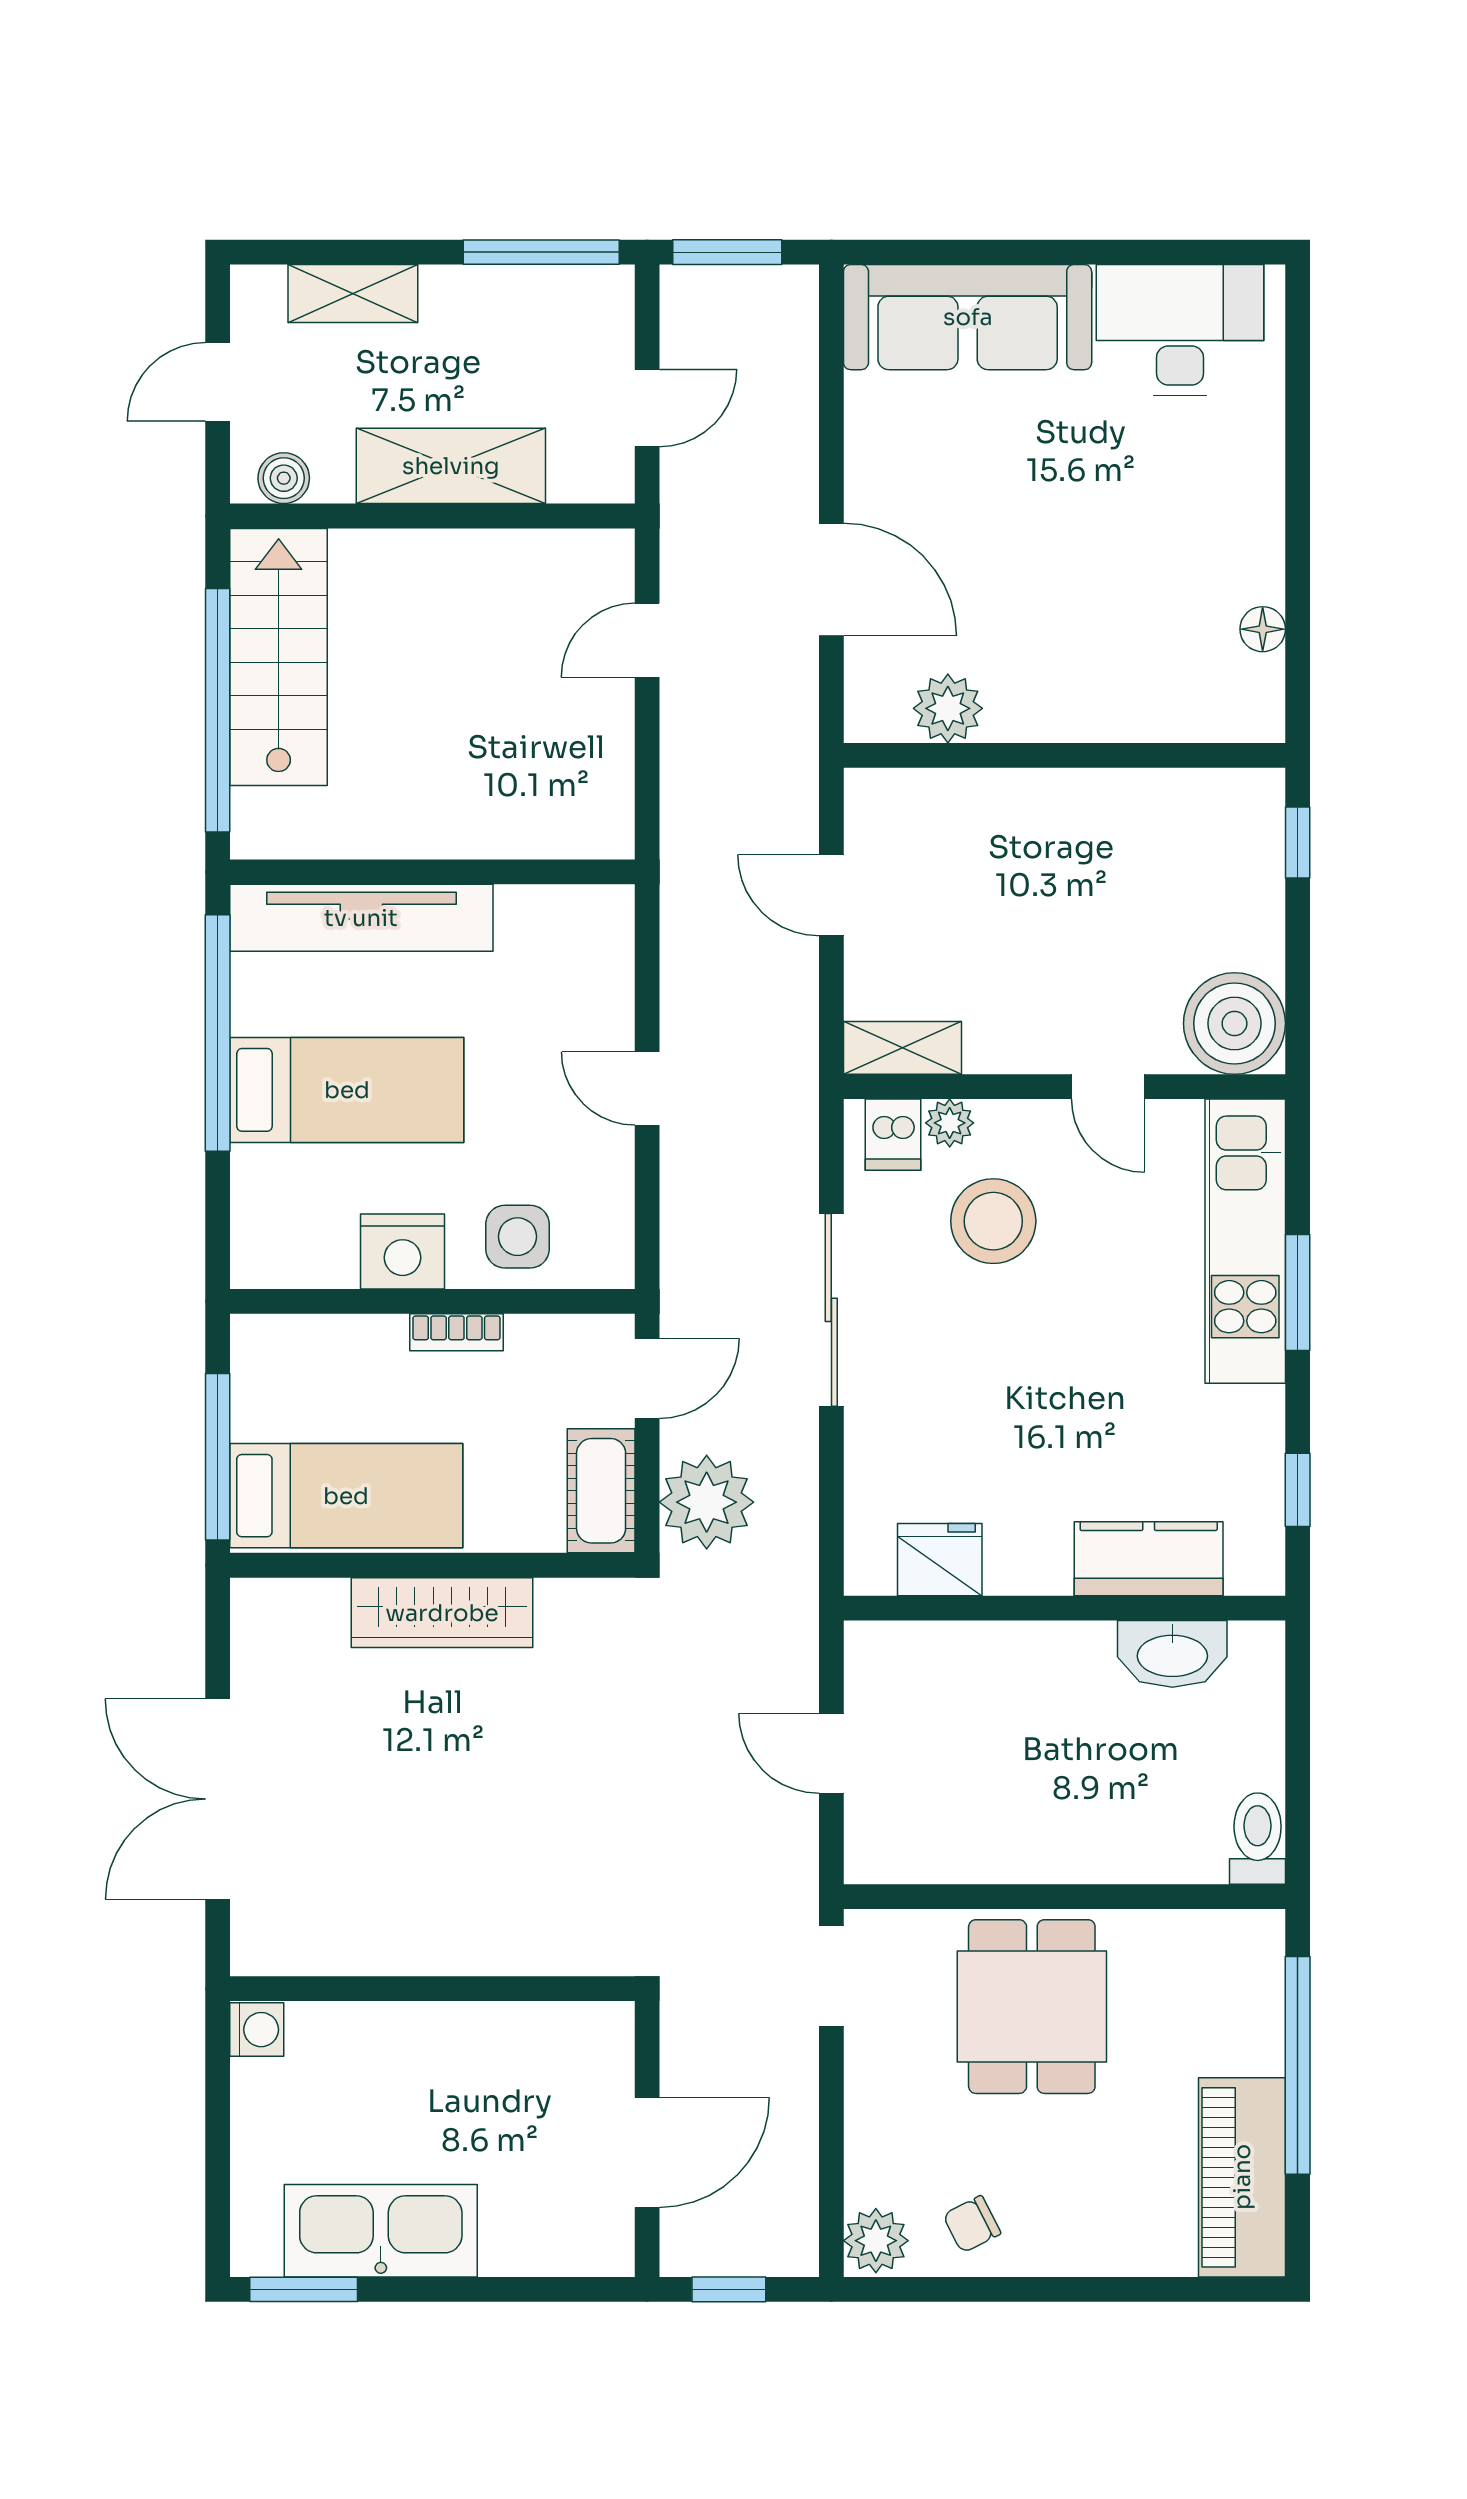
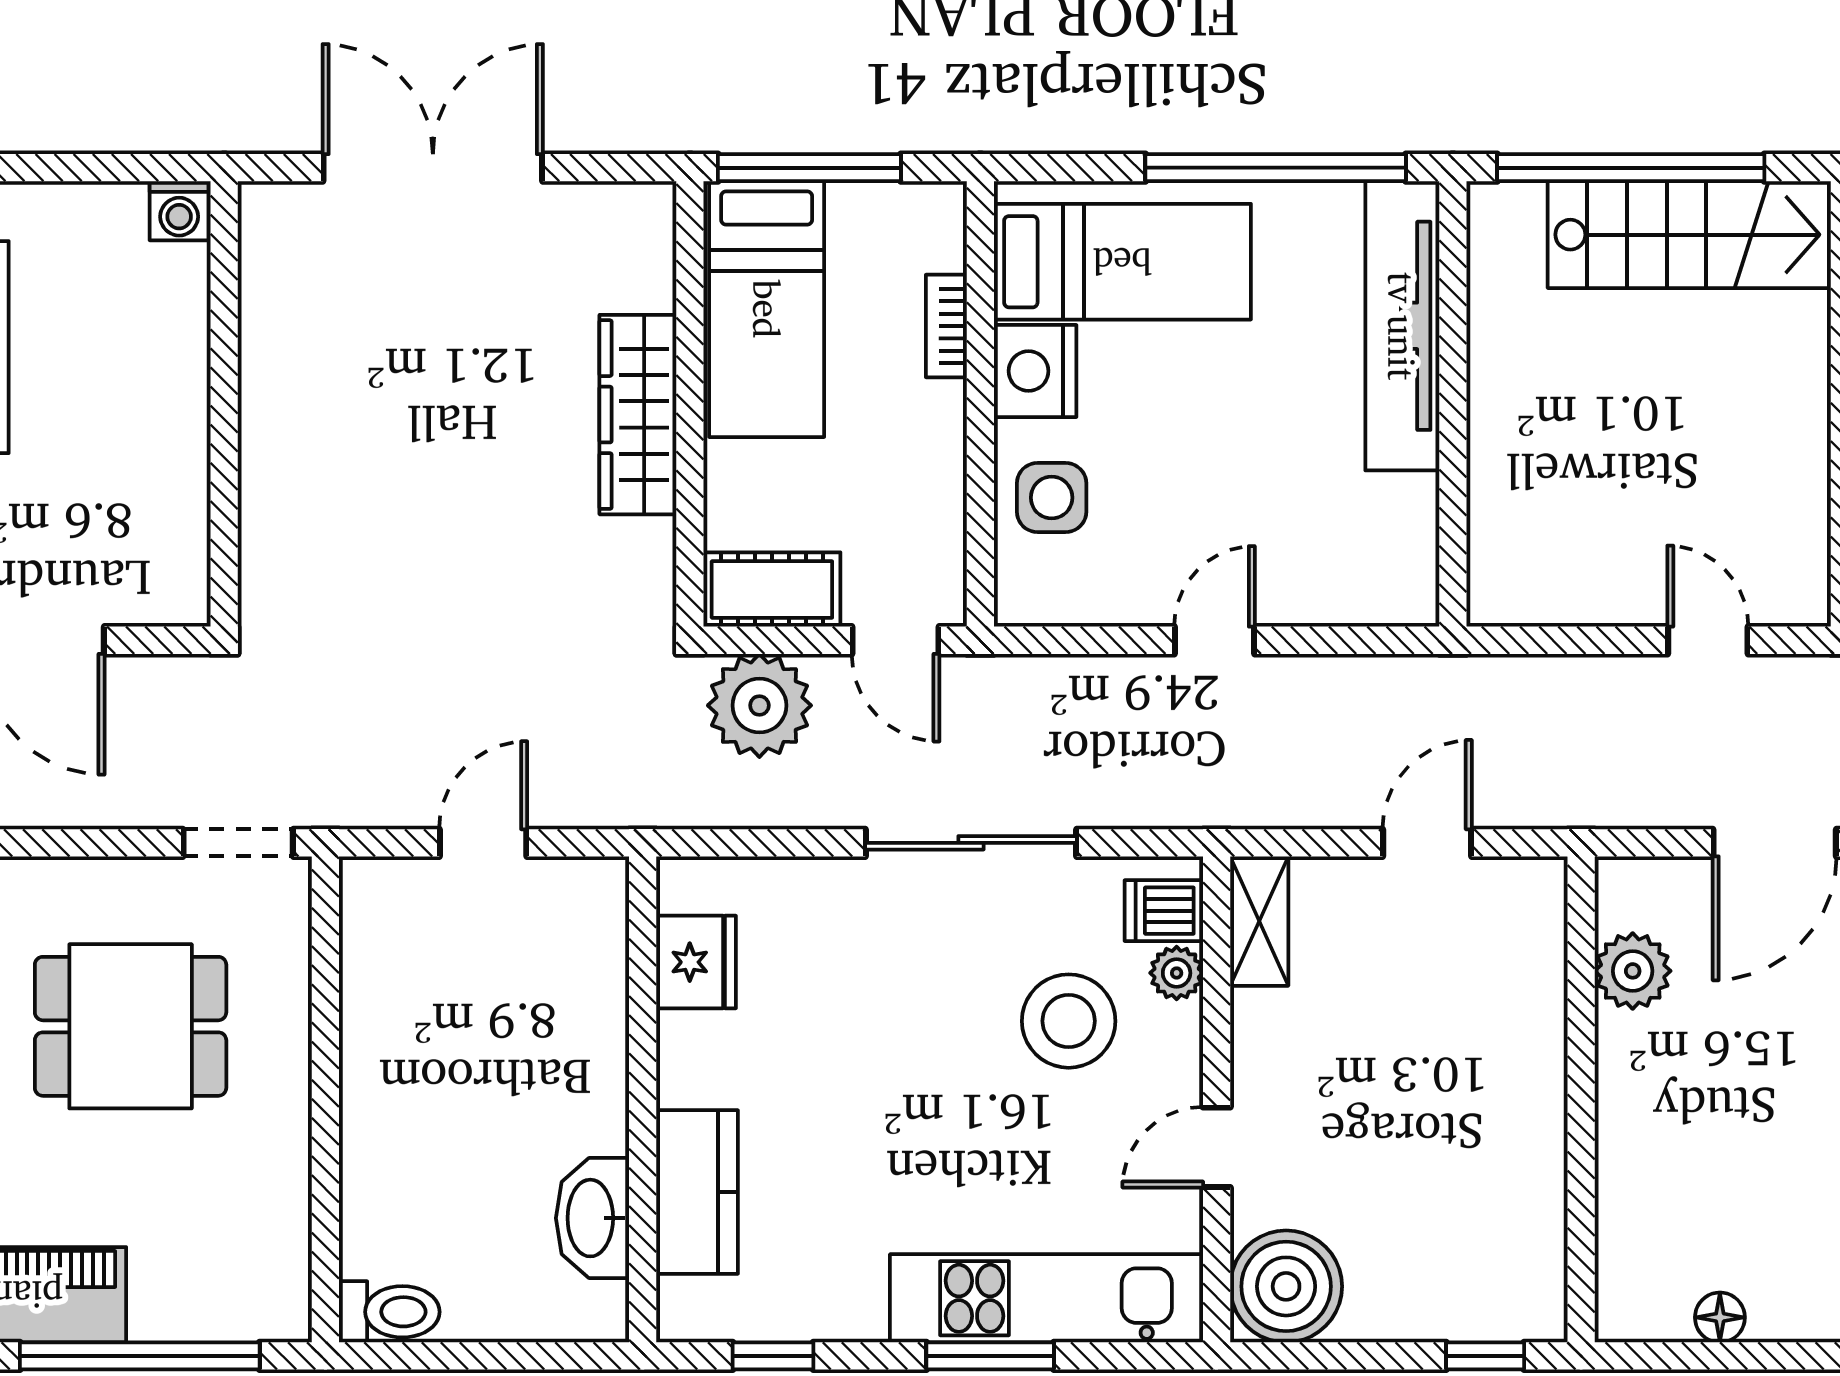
bed: (347, 1090) -> (1122, 262), moved, turned -90
bookcase: (456, 1332) -> (946, 326), moved
dining table: (1032, 2007) -> (131, 1026), moved

